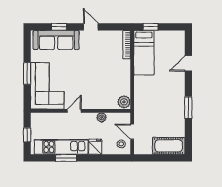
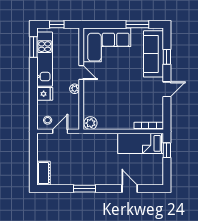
window: (27, 73) -> (137, 24), moved
plant: (102, 117) -> (75, 89), moved
cot: (169, 146) -> (43, 173), width x0.73, depth x0.75
window: (66, 158) -> (33, 47), moved

